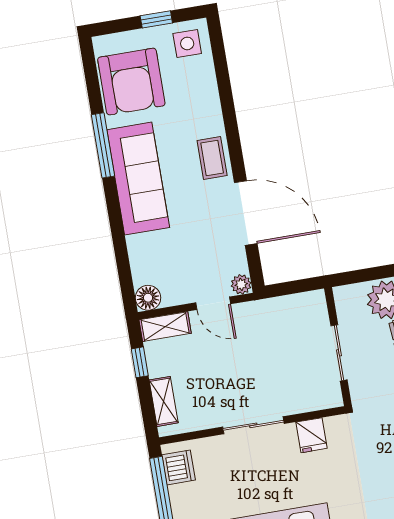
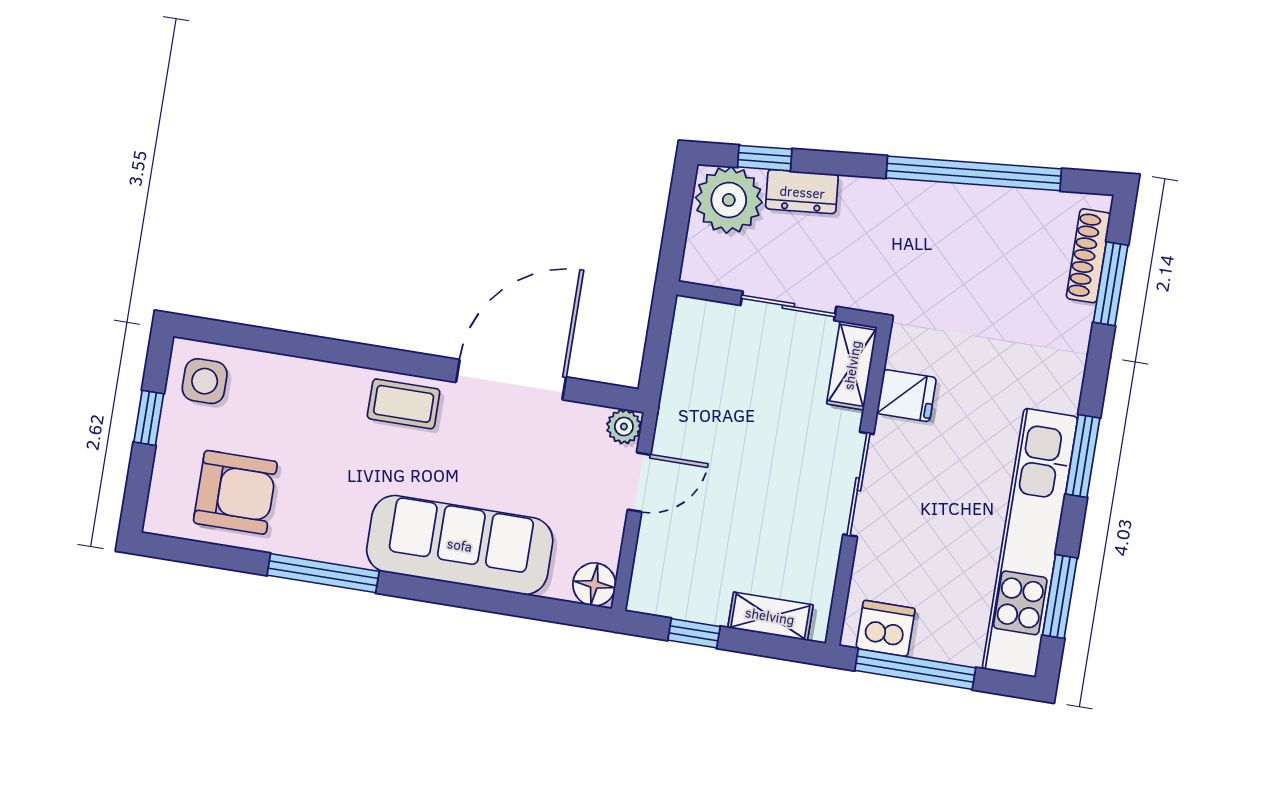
armchair: (131, 82) -> (235, 492), width x0.73, depth x0.73
sofa: (138, 179) -> (460, 545), moved
shelving: (165, 327) -> (852, 365), moved

